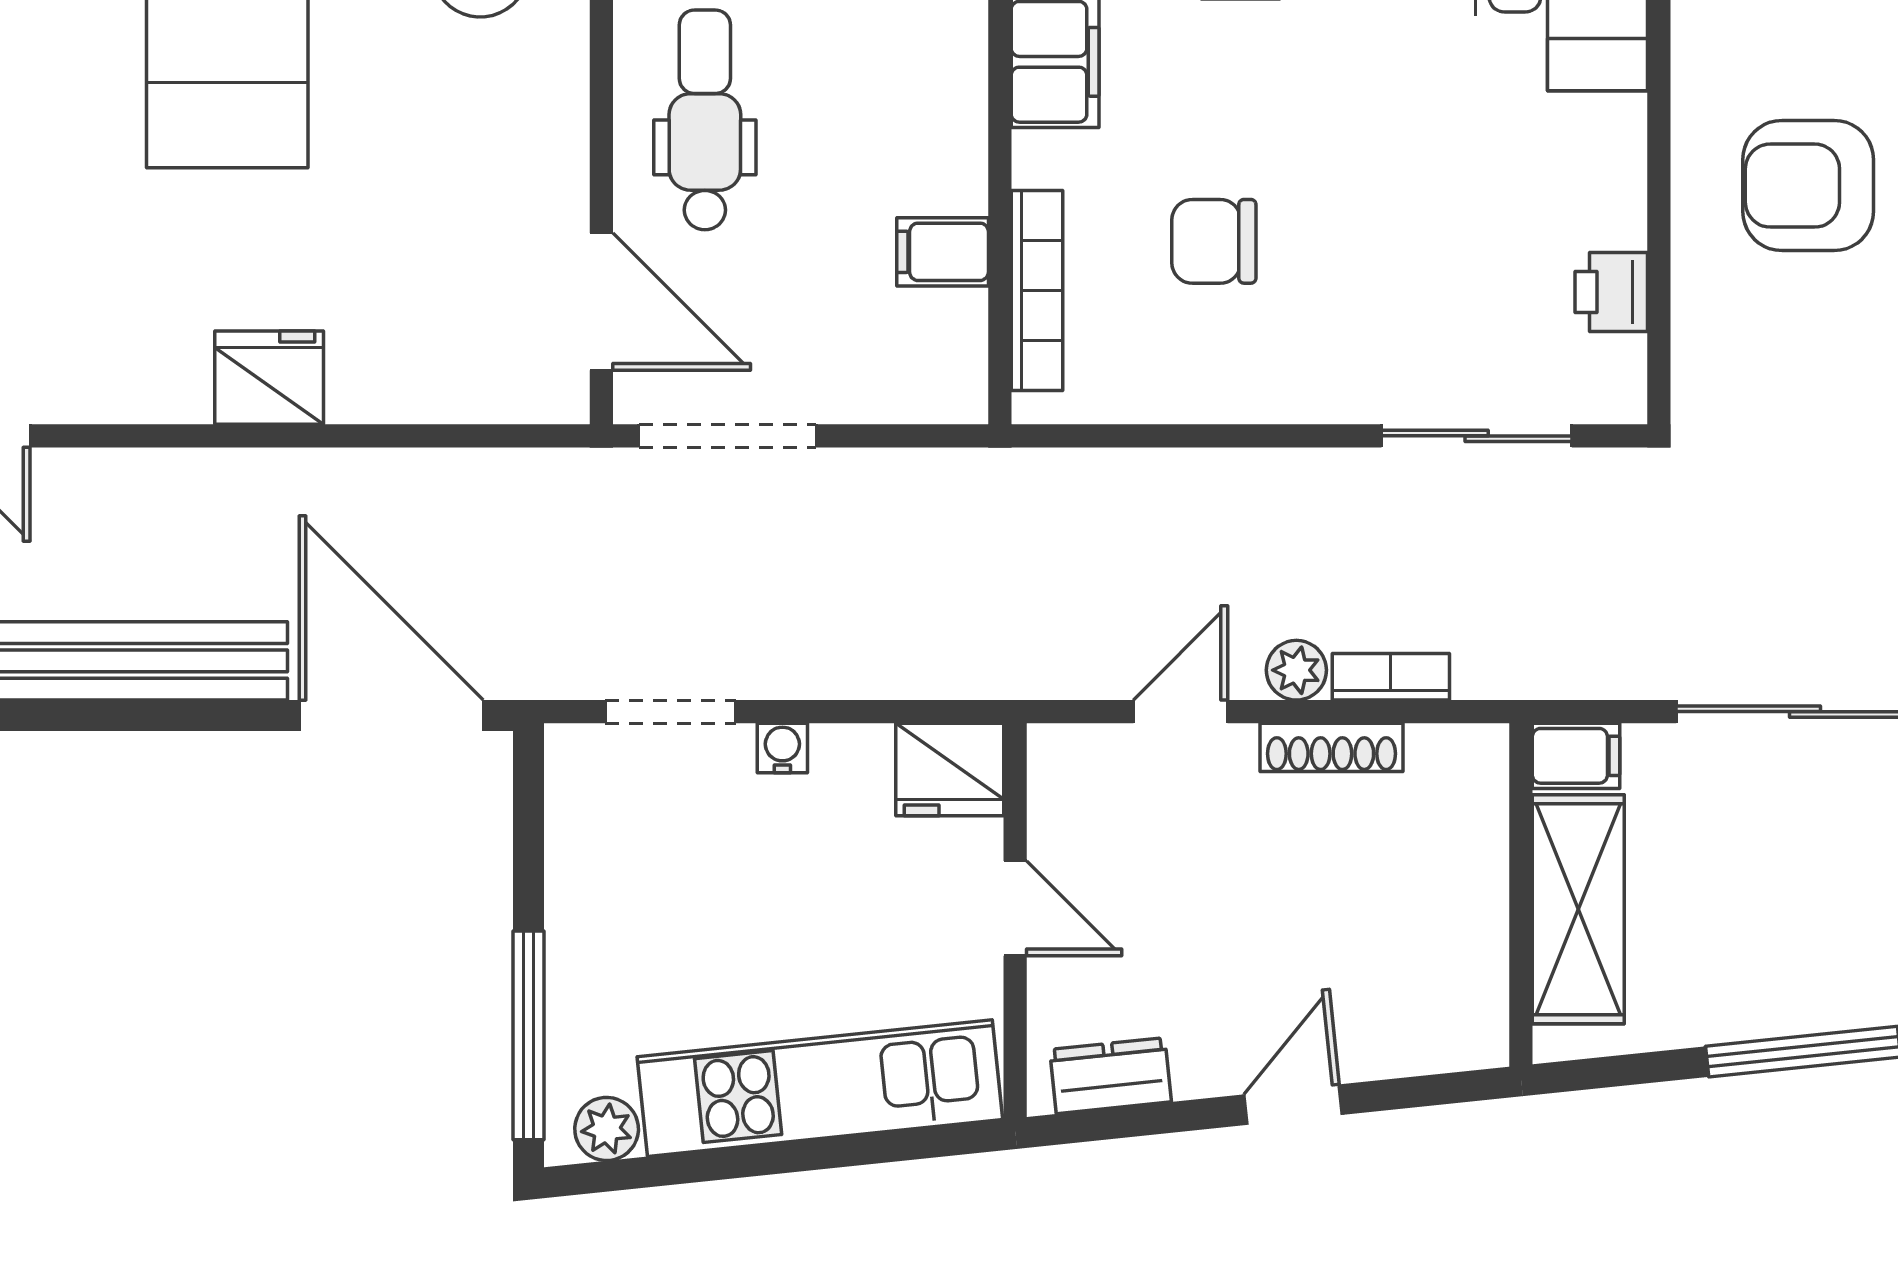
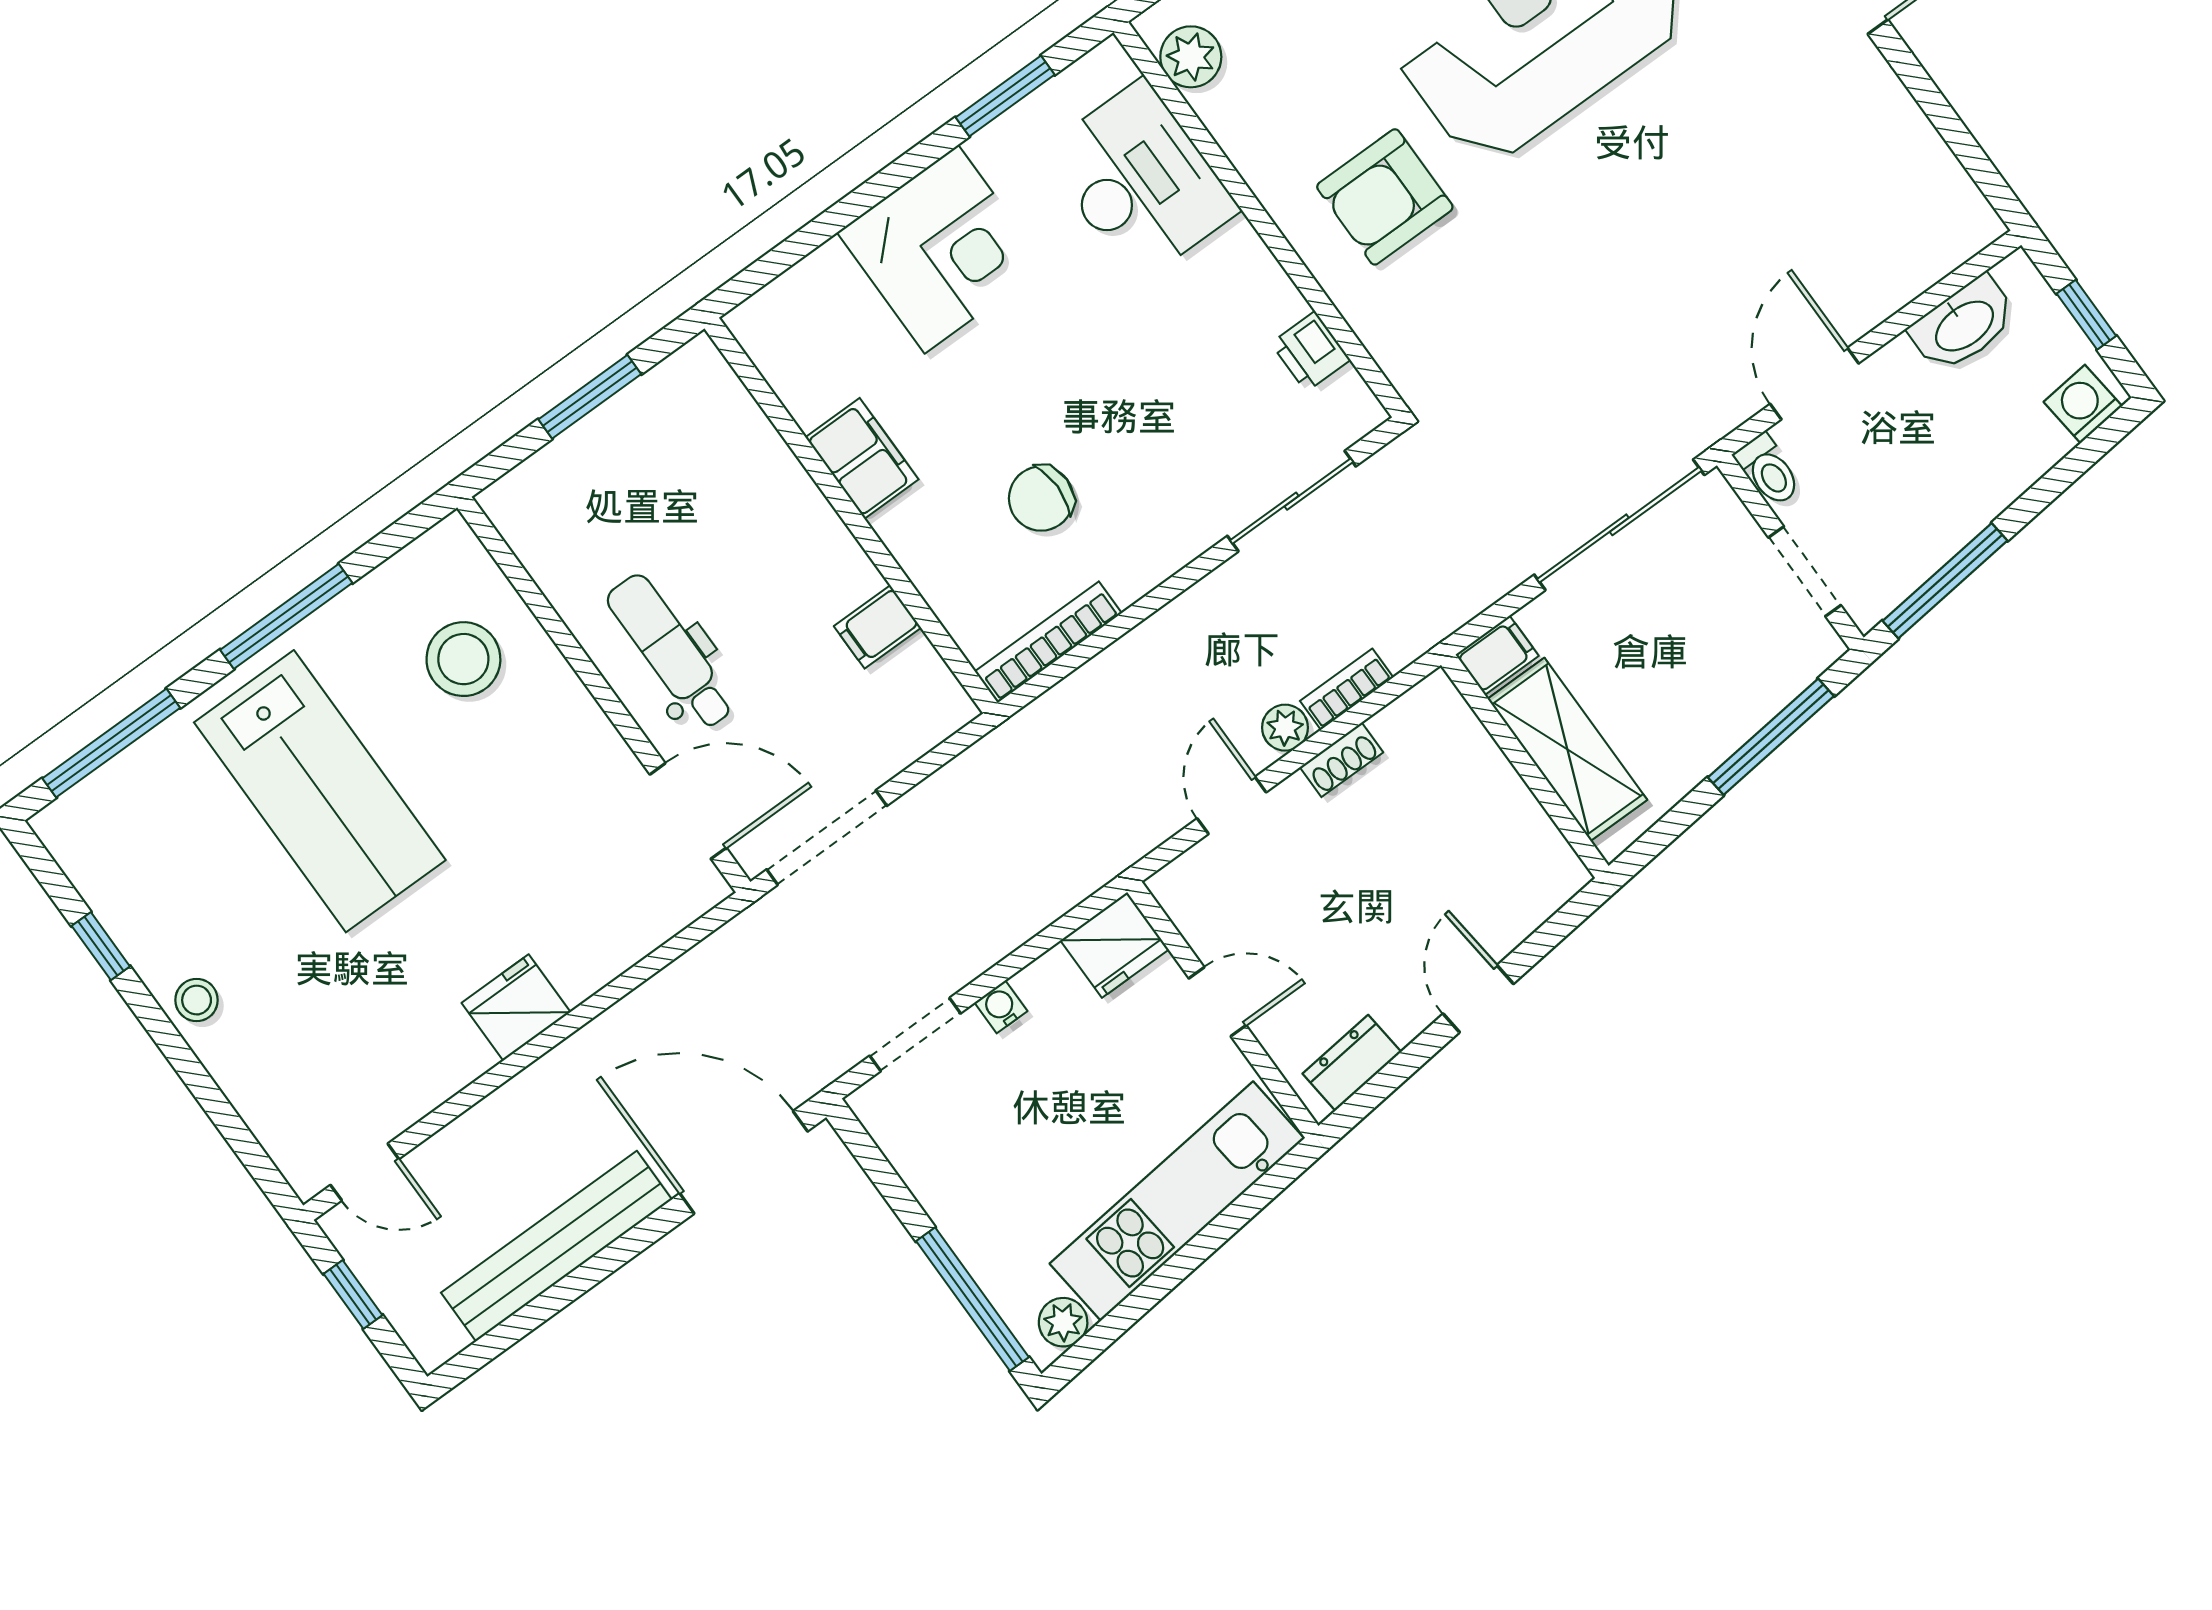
bookcase: (1037, 290) -> (1048, 642), moved, turned -90
shoe rack: (1332, 747) -> (1341, 760), width x0.70

